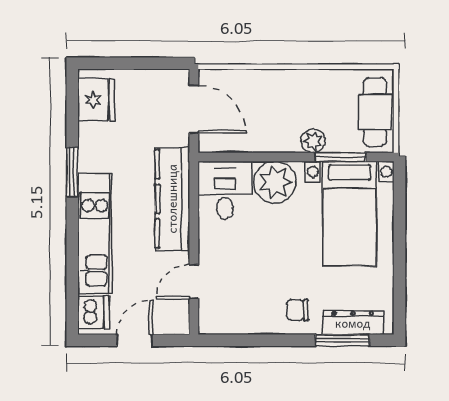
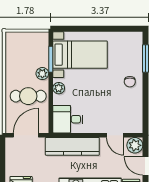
cafe table: (375, 112) -> (28, 96), moved
plant: (275, 182) -> (59, 88), width x0.53, depth x0.53
plant: (175, 319) -> (135, 145), added
dresser: (353, 323) -> (136, 53), removed

